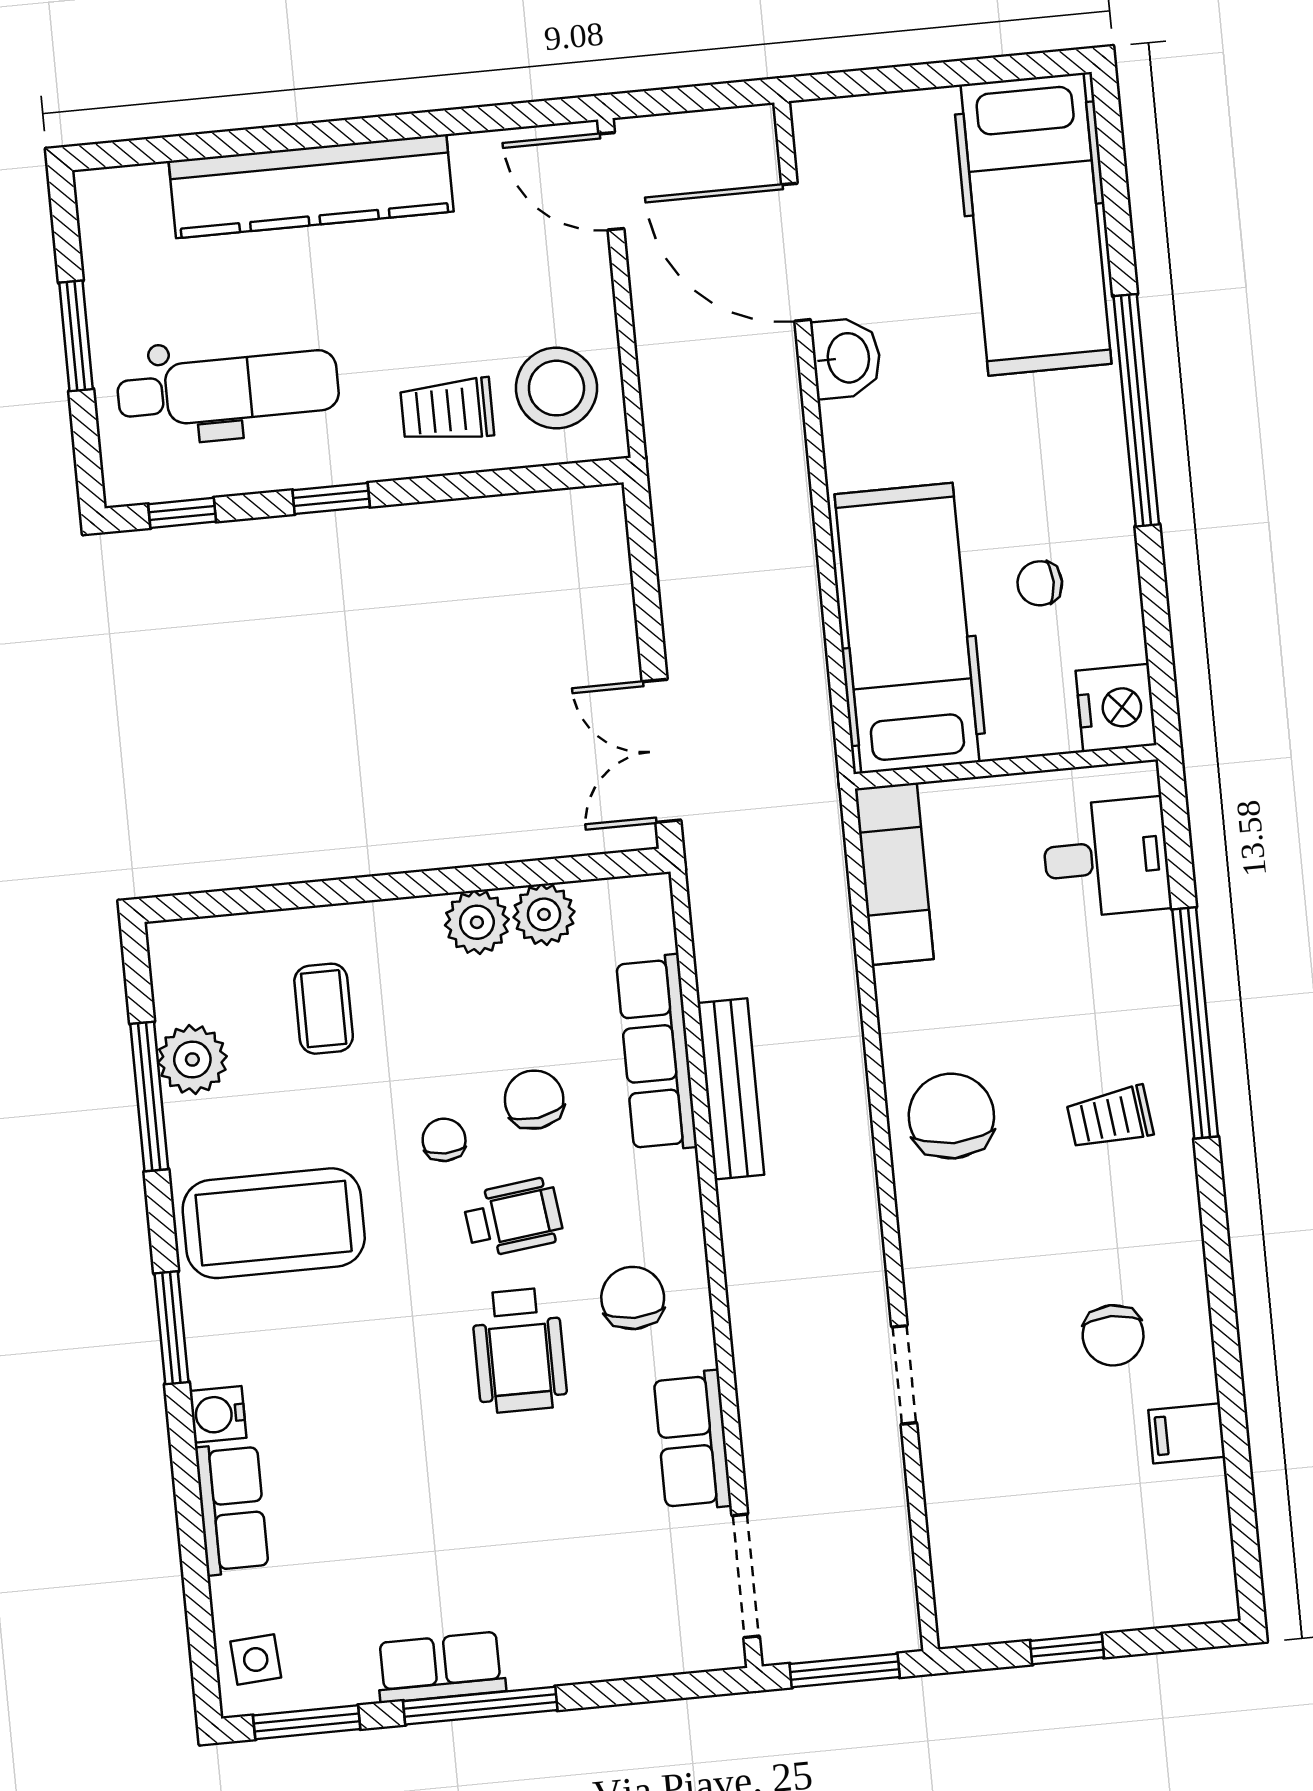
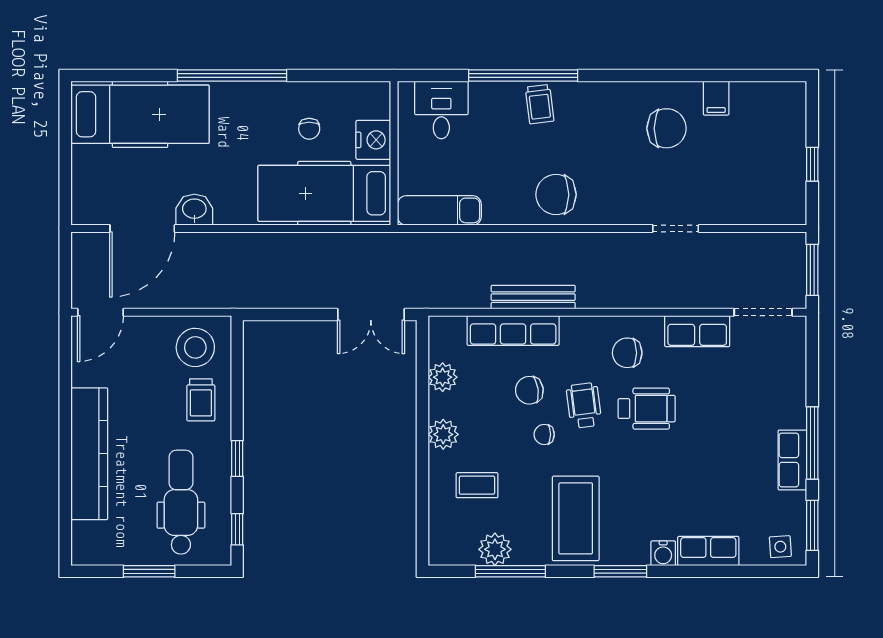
nightstand: (1116, 708) -> (373, 140), moved, turned 90
plant: (477, 922) -> (443, 434), moved
trolley: (1110, 1118) -> (540, 104), moved
chair: (1113, 1335) -> (667, 128), width x1.37, depth x1.37

